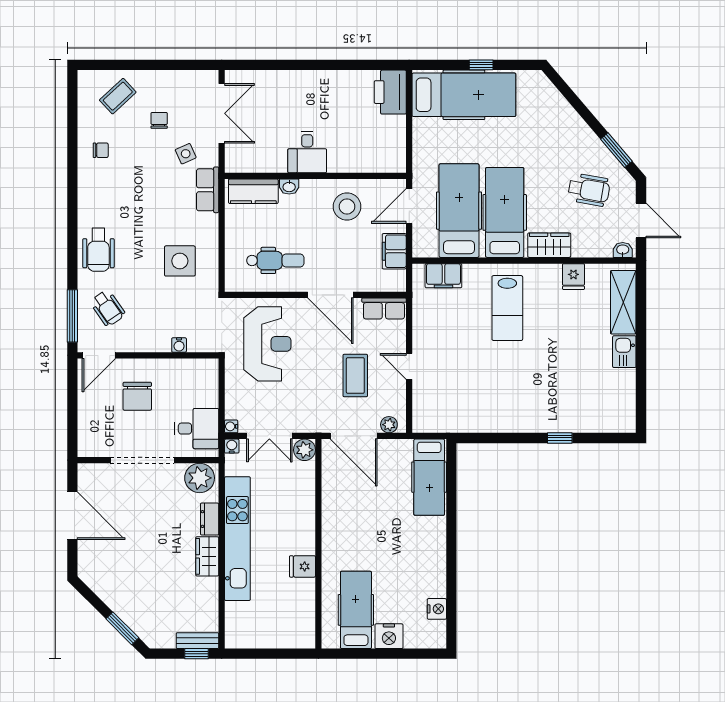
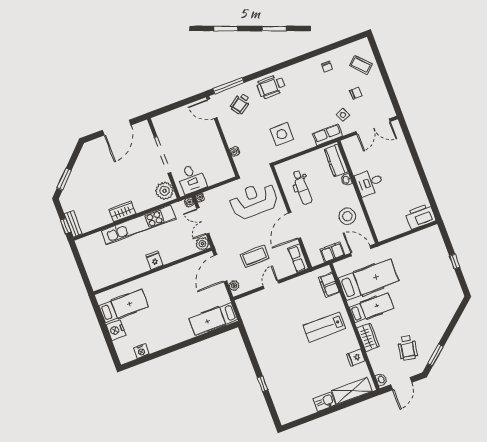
hospital bed: (464, 95) -> (434, 258), removed
hospital bed: (505, 212) -> (371, 308), width x0.73, depth x0.77
reception desk: (267, 344) -> (254, 201), turned 180
chair: (137, 396) -> (197, 139), removed
dresser: (210, 519) -> (144, 205), removed
fridge: (302, 566) -> (154, 260), moved

